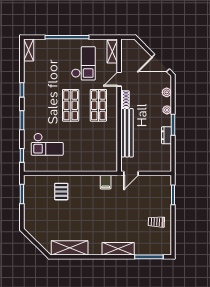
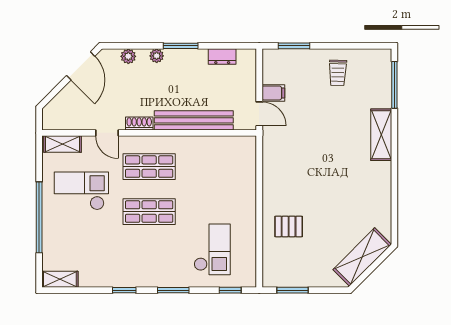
dresser: (166, 135) -> (222, 57), moved
filing cabinet: (106, 182) -> (273, 93), moved
shelving: (70, 248) -> (362, 257), moved, turned 45

